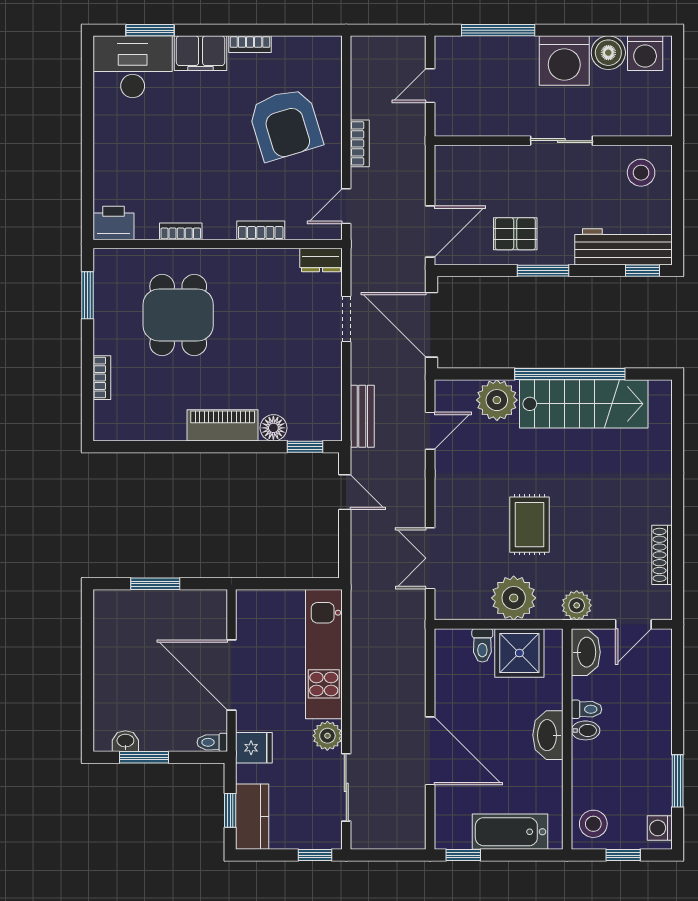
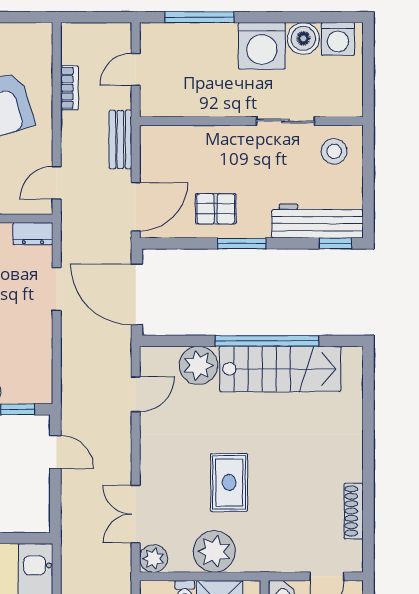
sliding door: (561, 141) -> (285, 121), moved
bookcase: (360, 143) -> (69, 88), moved
bench: (362, 416) -> (120, 139), moved
plant: (577, 605) -> (153, 559), moved

